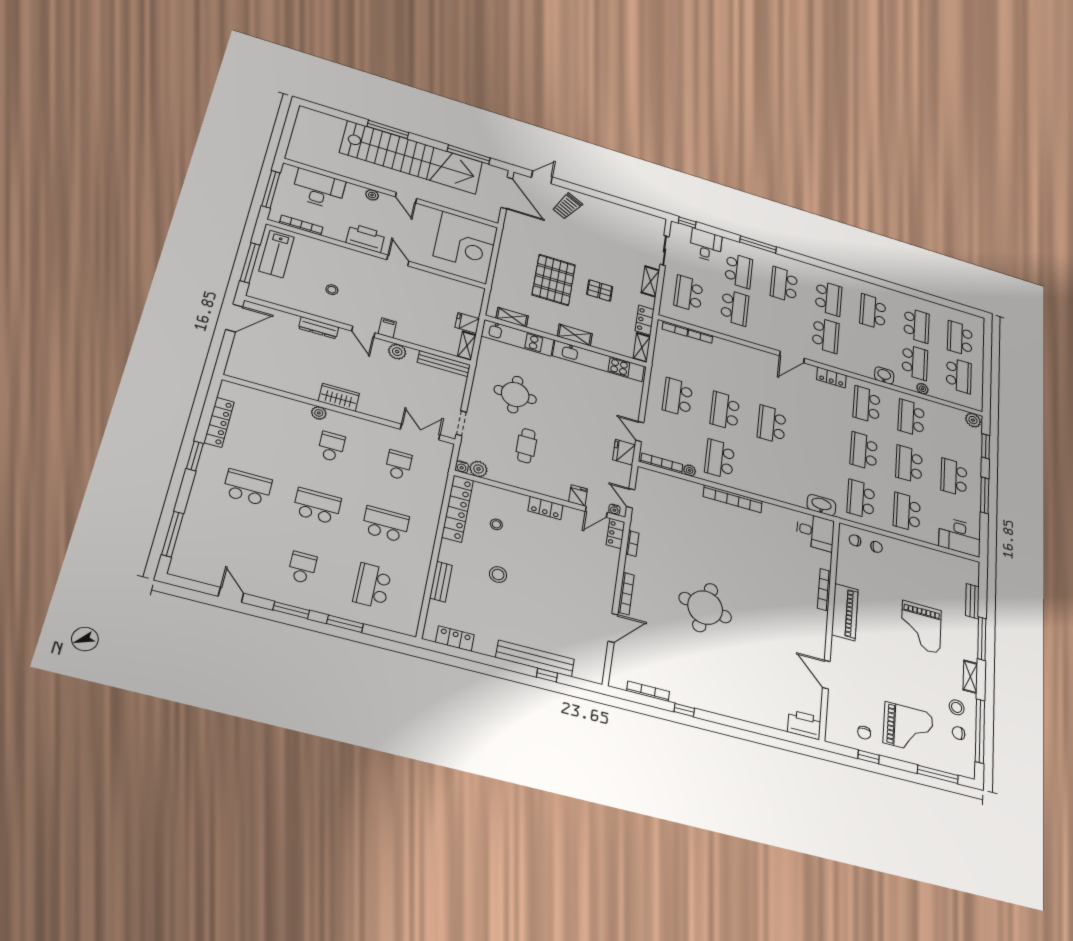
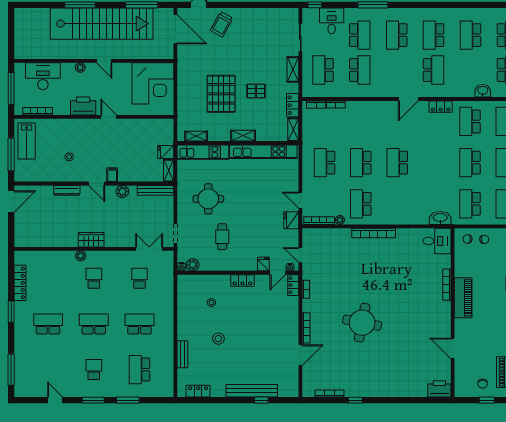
school desk: (829, 298) -> (434, 35), turned 180
locker: (458, 509) -> (184, 299), removed

